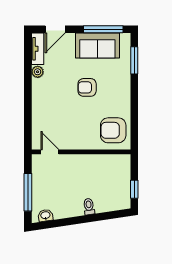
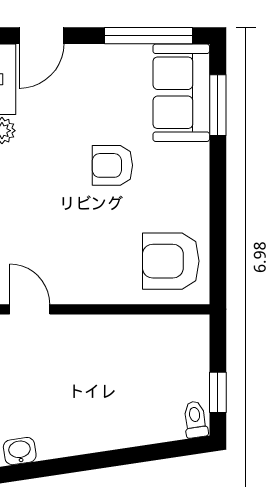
sofa: (97, 46) -> (181, 93), moved, turned 90
toilet: (89, 207) -> (195, 419), moved

